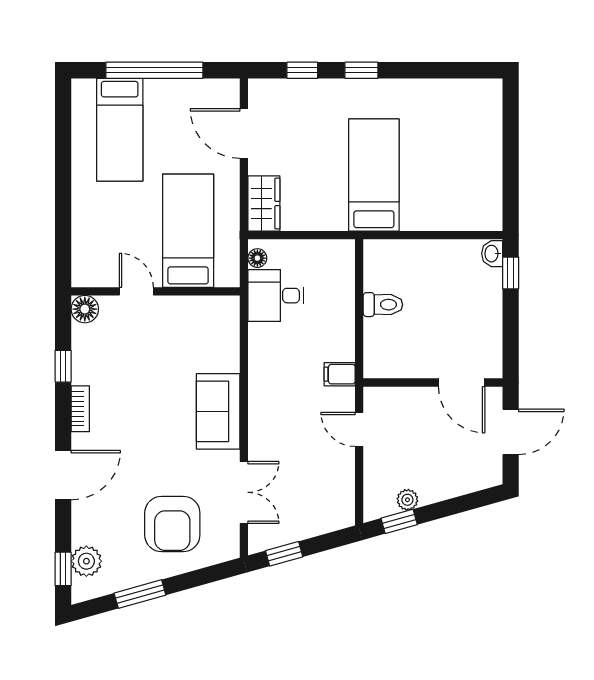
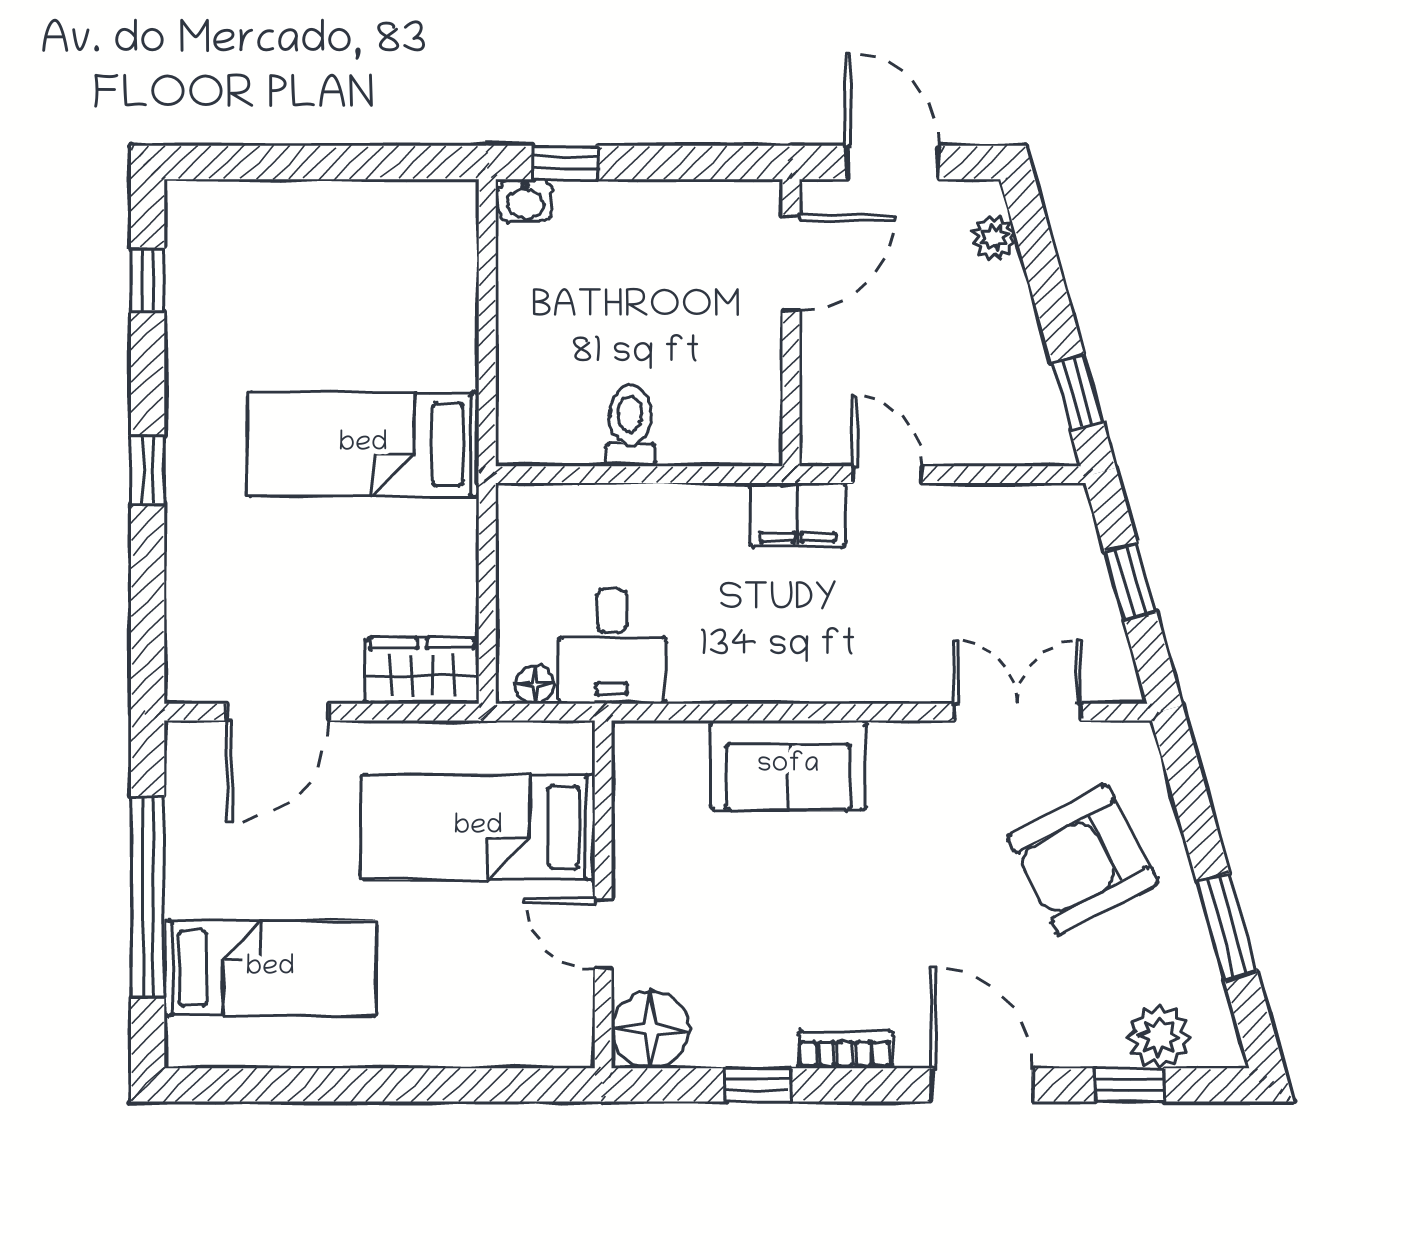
window: (302, 70) -> (148, 280), moved
door: (136, 291) -> (603, 934), hinge flipped
floor lamp: (85, 309) -> (650, 1029), width x1.38, depth x1.38
filing cabinet: (340, 374) -> (798, 515), width x2.00
sofa: (218, 411) -> (788, 765), moved
door: (359, 429) -> (888, 475), swing flipped
plant: (407, 500) -> (994, 238), moved
armchair: (172, 524) -> (1083, 860), turned 152
window: (284, 554) -> (1130, 582), moved
window: (63, 569) -> (1130, 1085), moved

